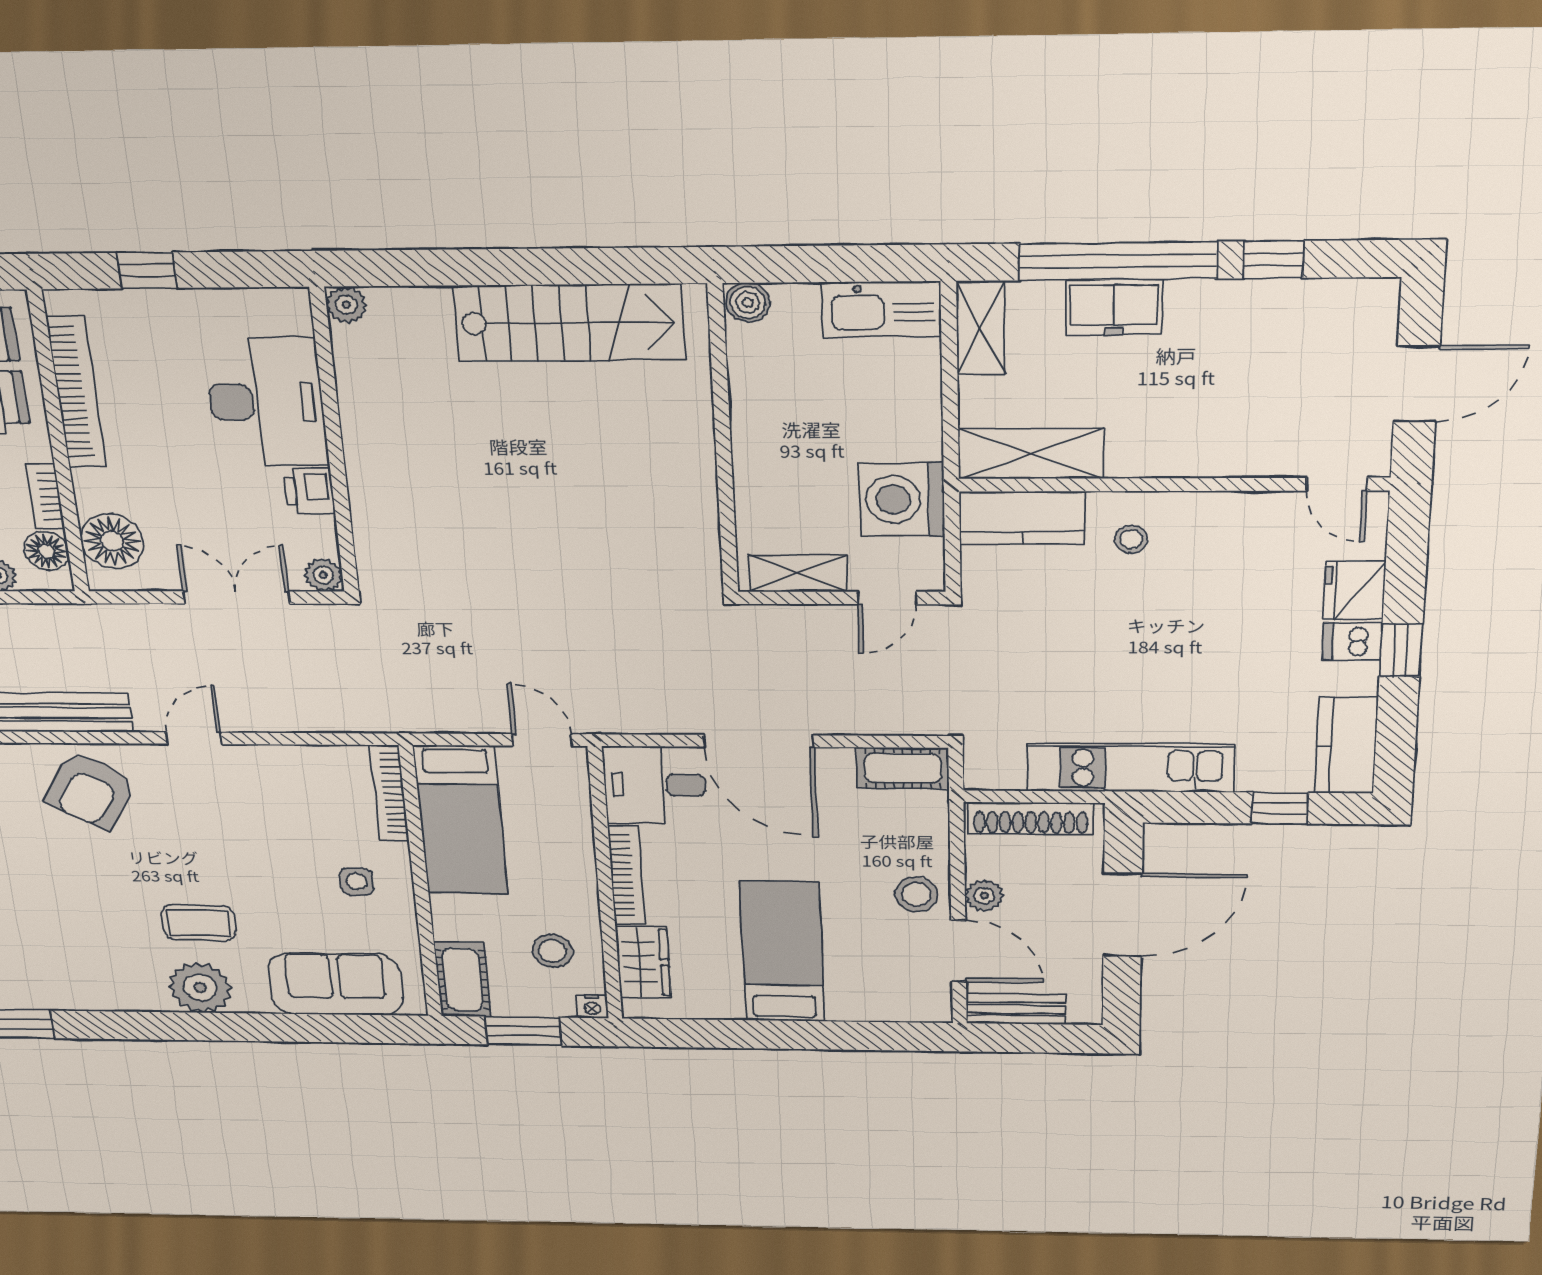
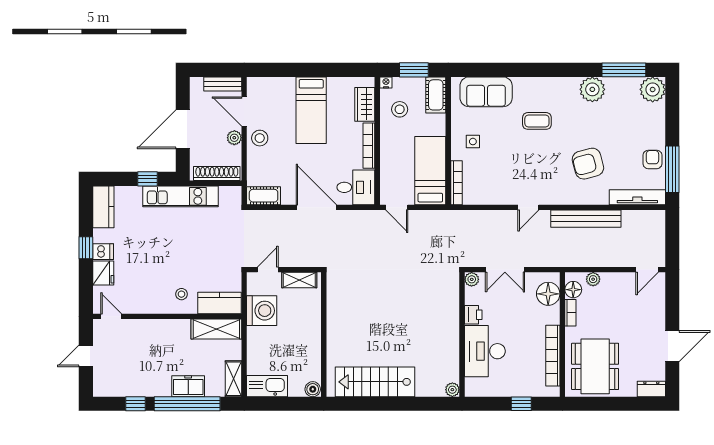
door: (1417, 384) -> (86, 356), width x0.73
armchair: (90, 791) -> (588, 164), moved, turned -135
window: (1280, 808) -> (147, 179), moved
plant: (200, 987) -> (592, 89), moved

